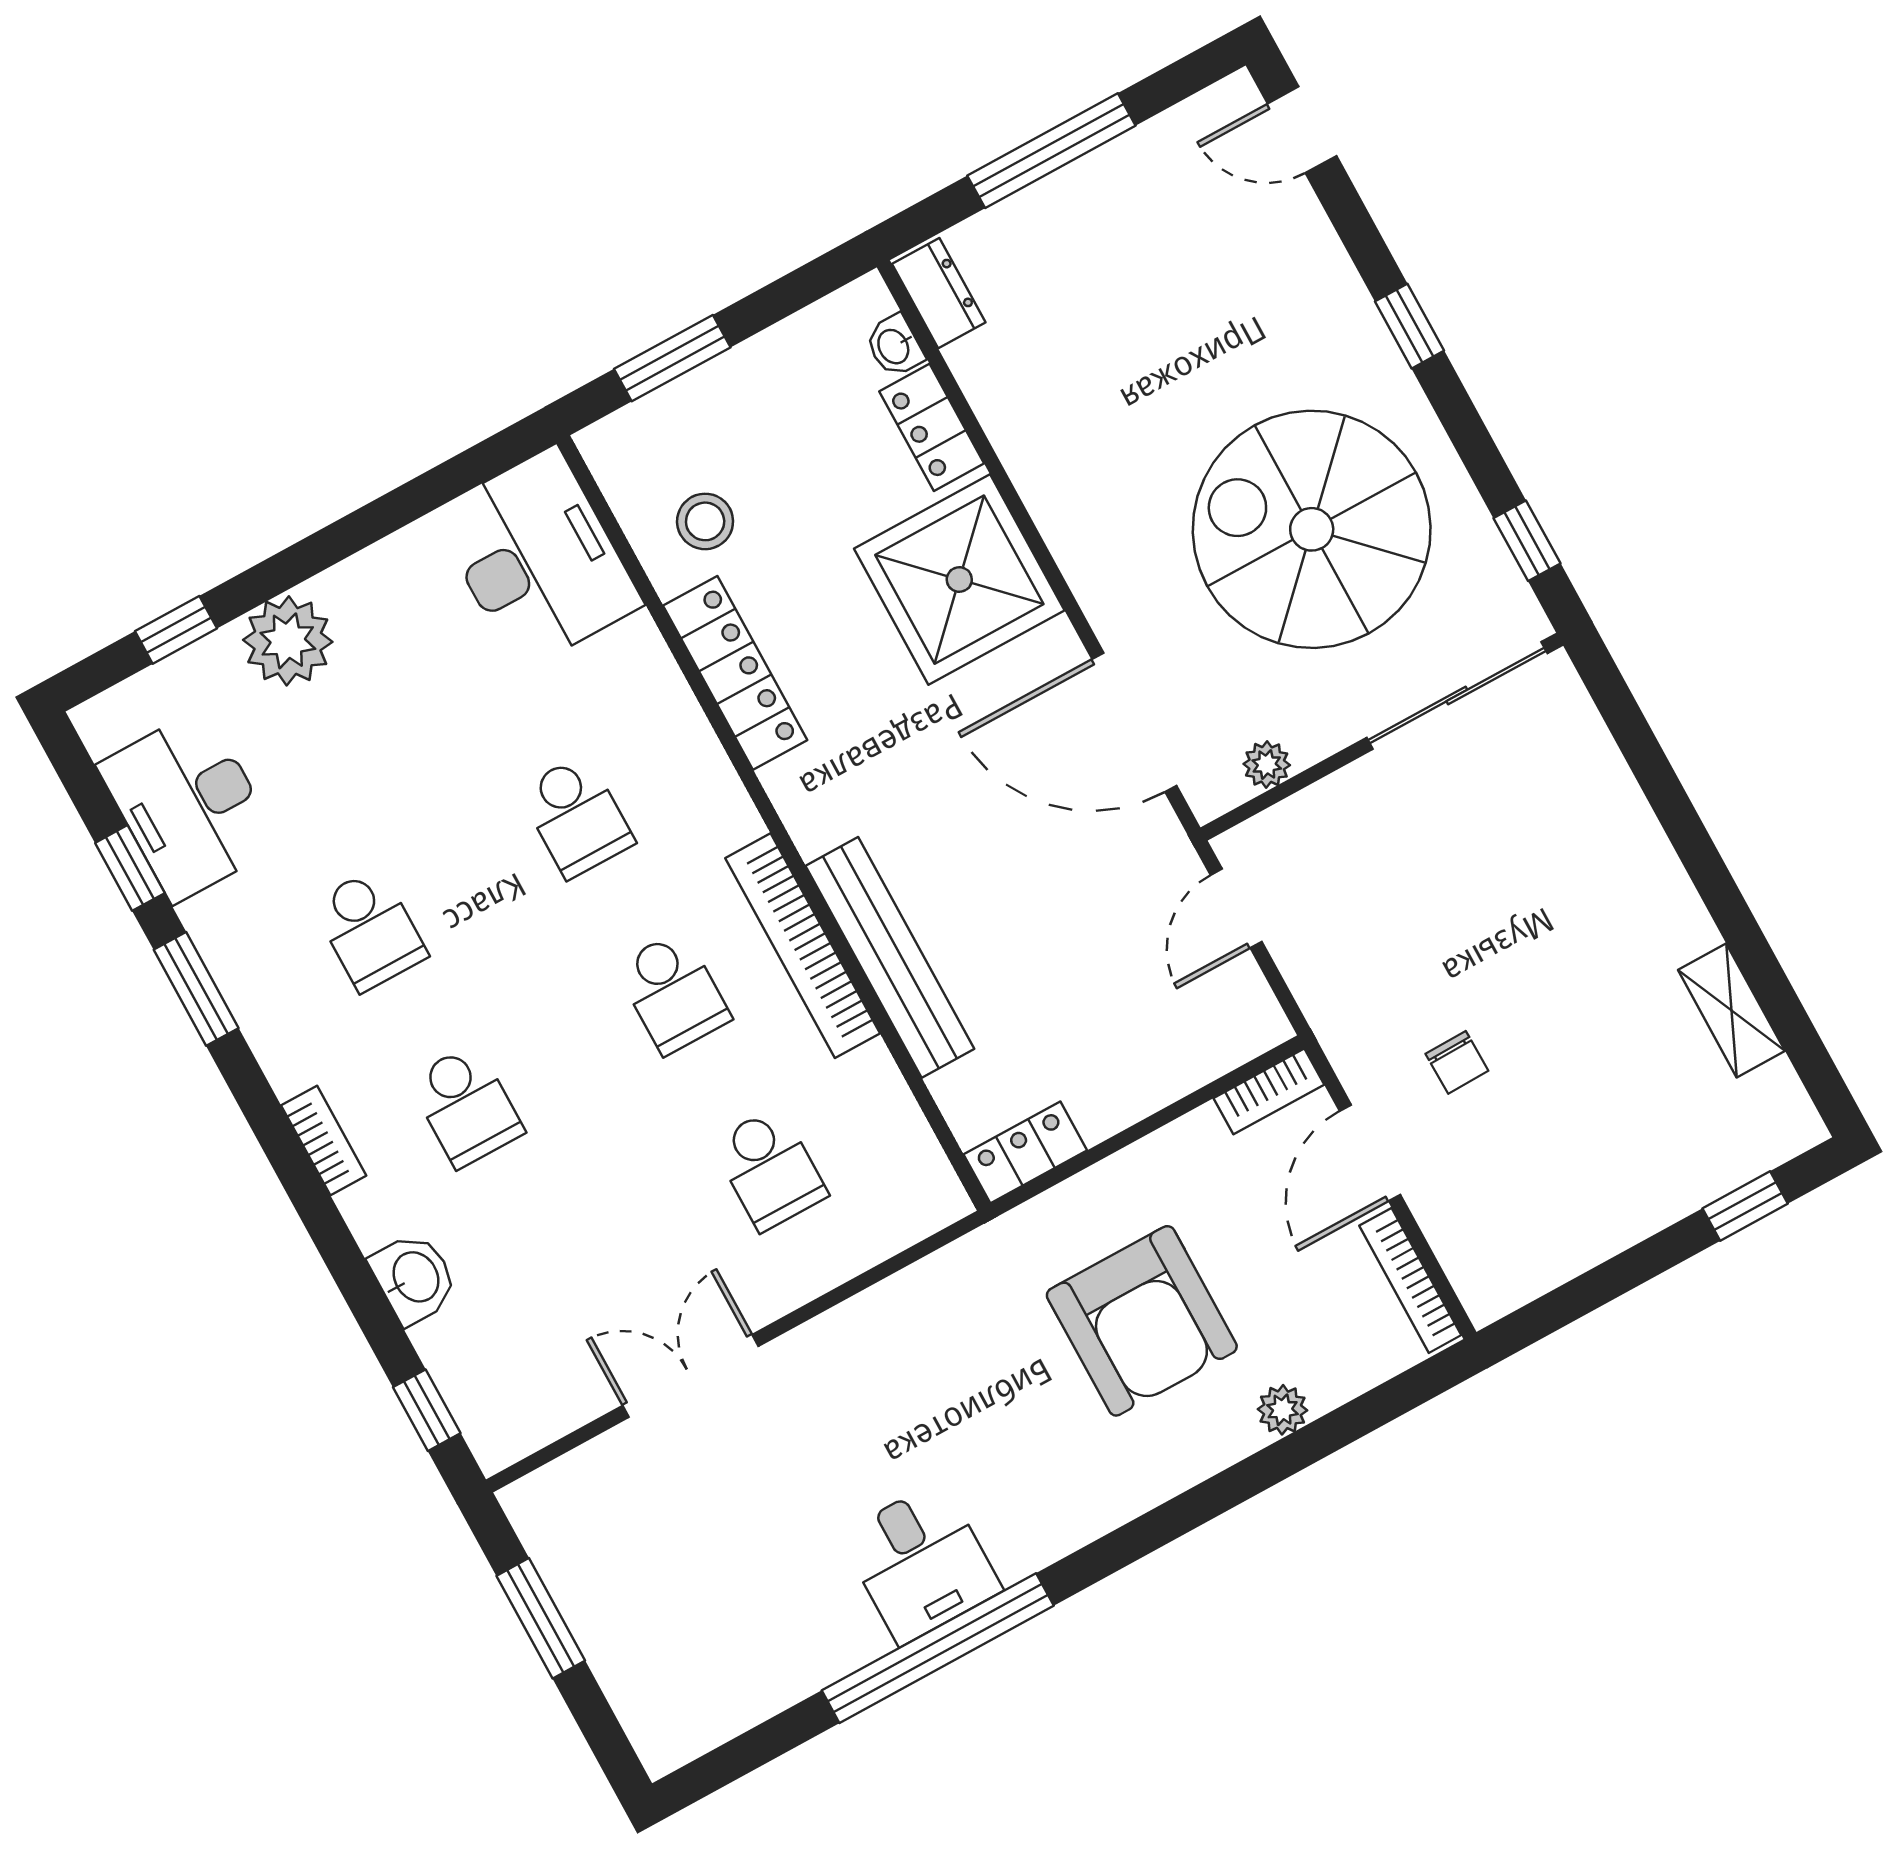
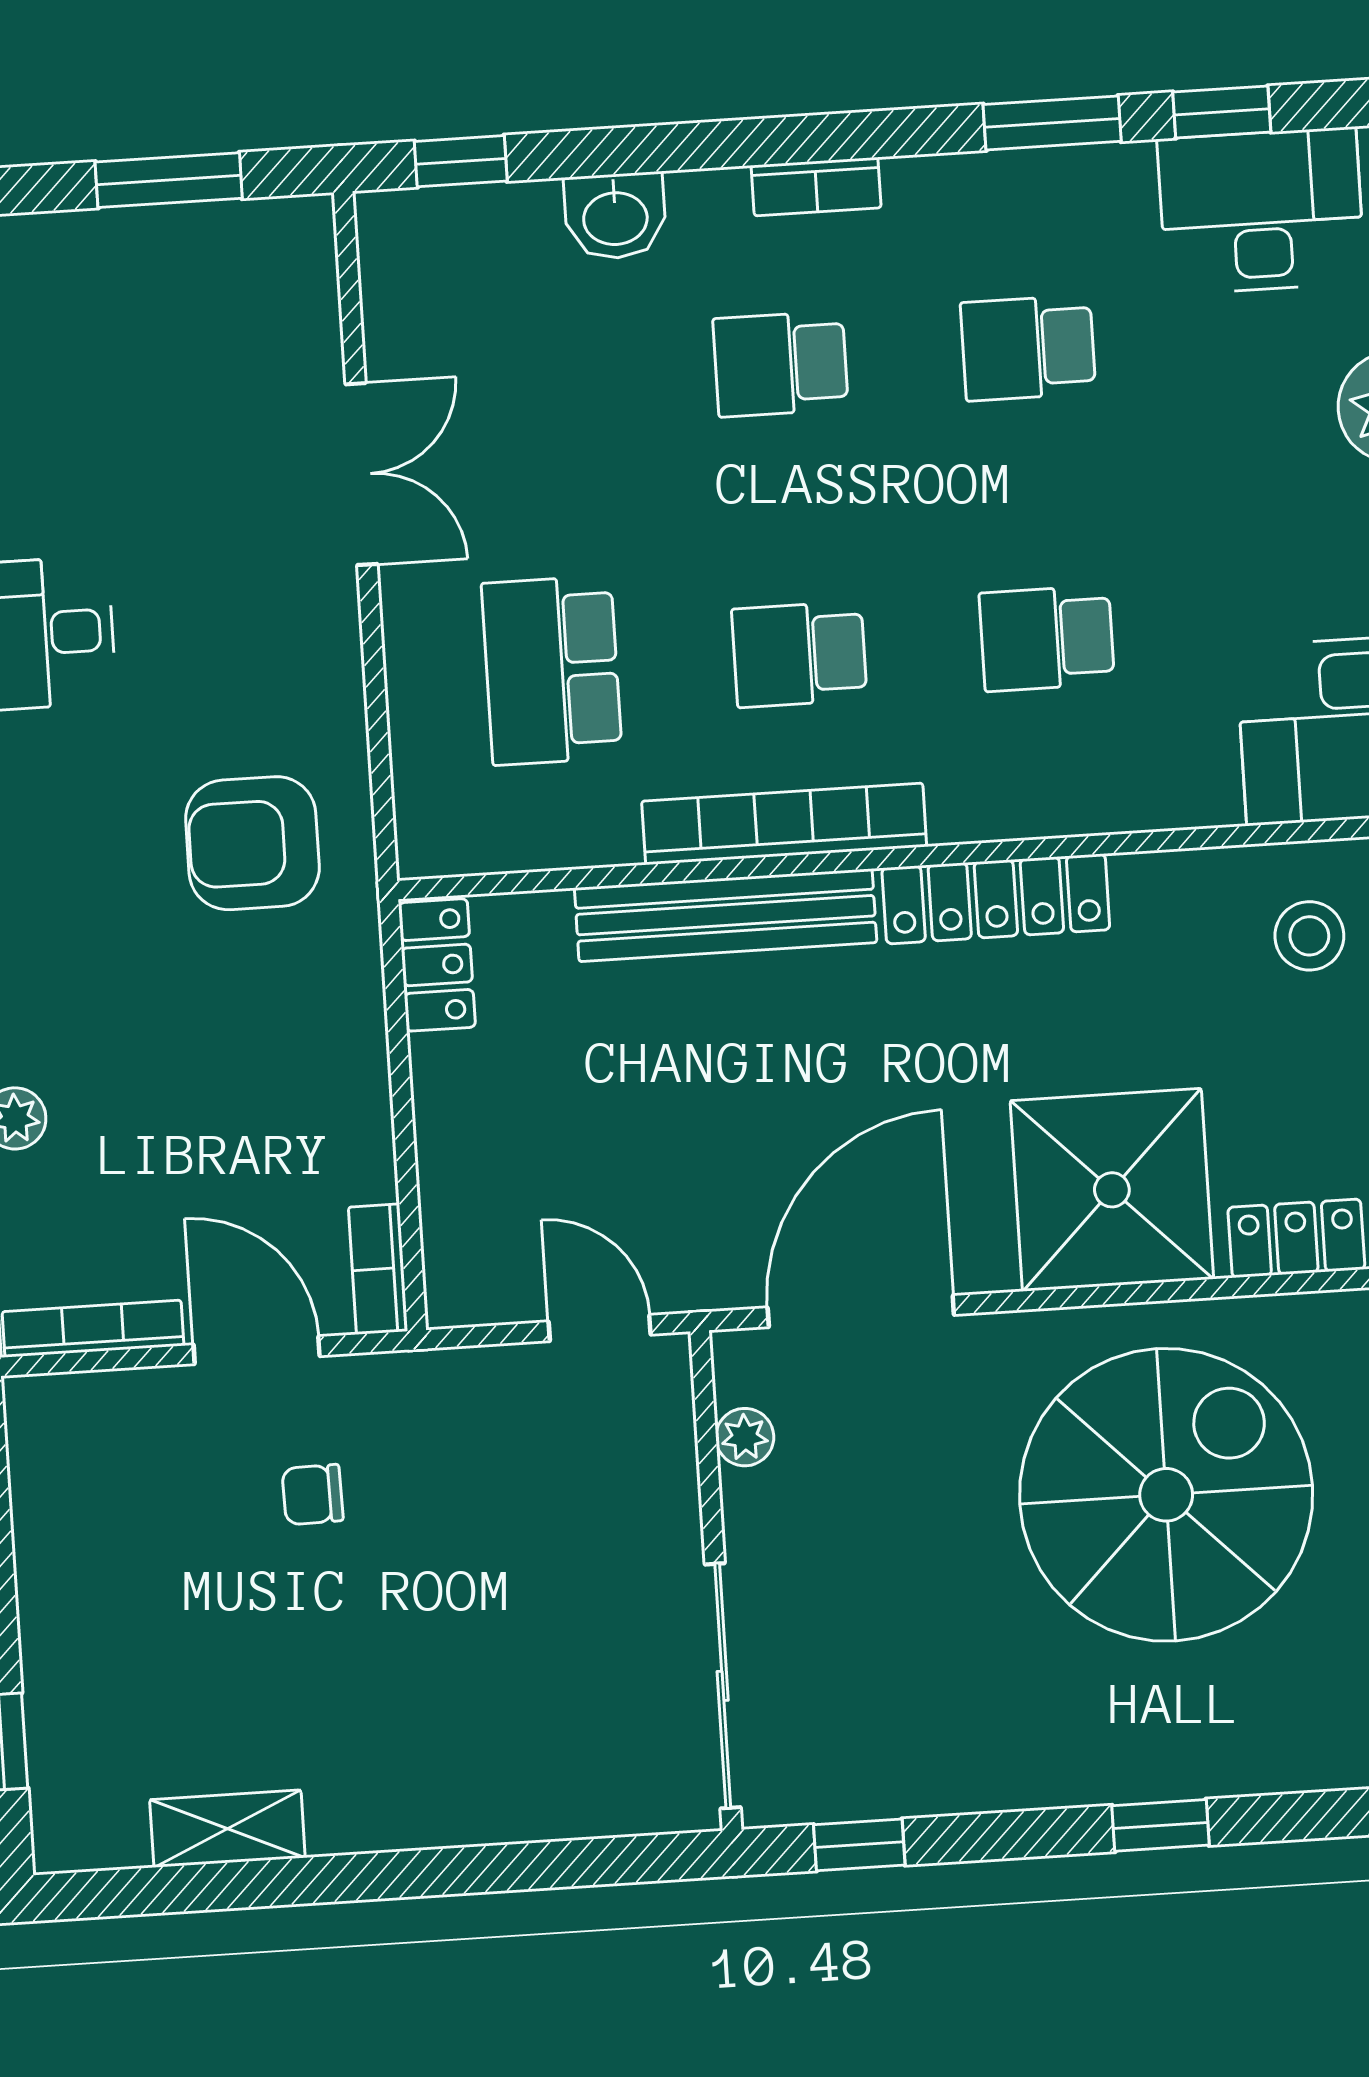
spiral stairs: (1312, 529) -> (1166, 1495), moved
locker: (735, 673) -> (996, 899), moved
school desk: (770, 1169) -> (552, 670), width x1.85
armchair: (1142, 1321) -> (252, 843), moved, width x0.73, depth x0.73

